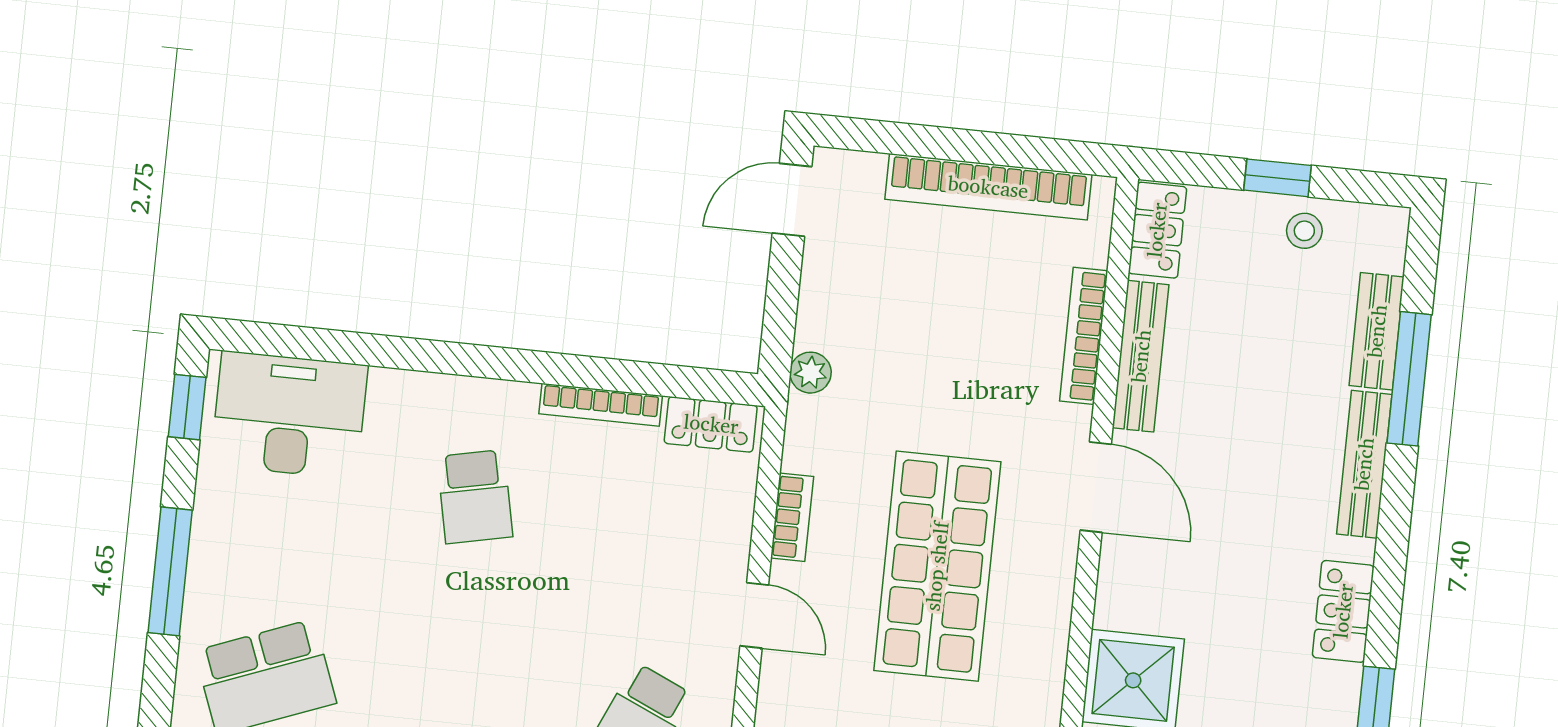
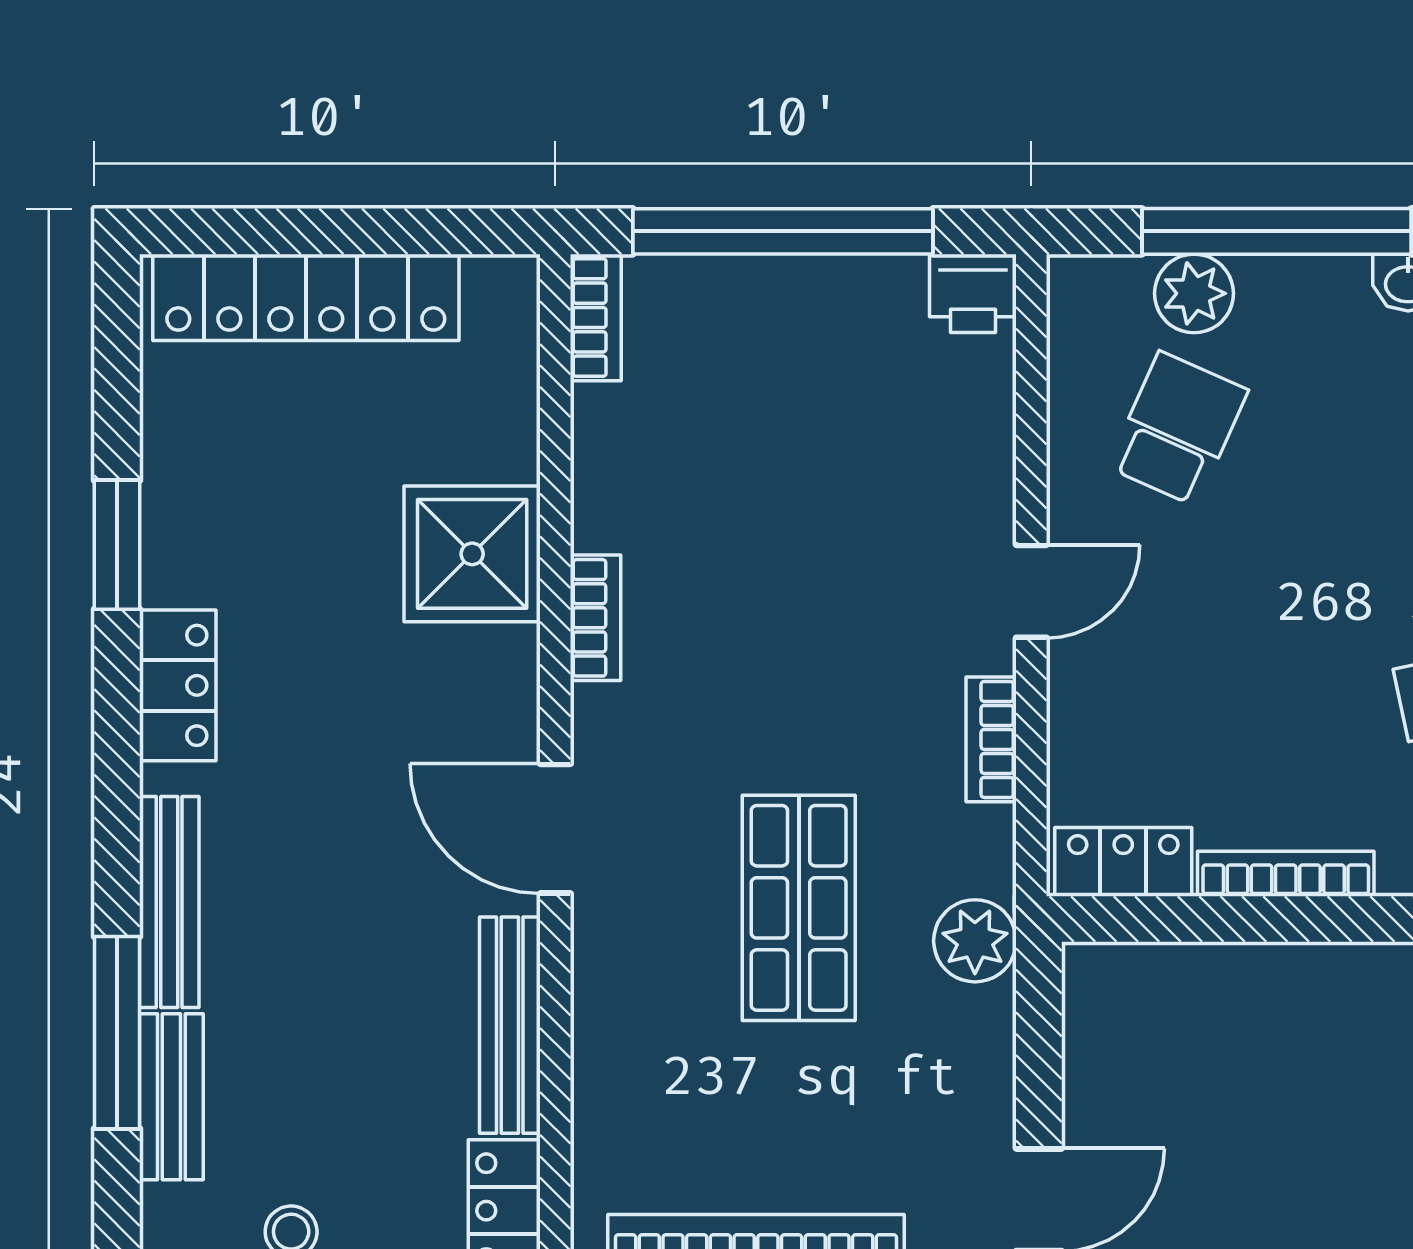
bookcase: (1084, 336) -> (596, 618), moved, width x0.64
plant: (810, 373) -> (975, 941), width x1.38, depth x1.38
shop shelf: (937, 566) -> (799, 908), moved, width x0.70, depth x0.74
door: (754, 615) -> (1031, 591), swing flipped

